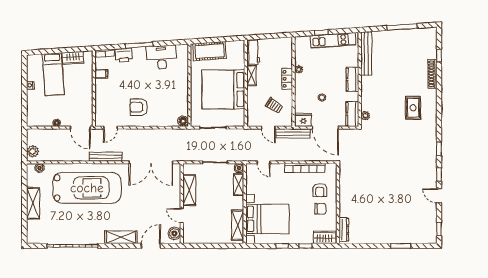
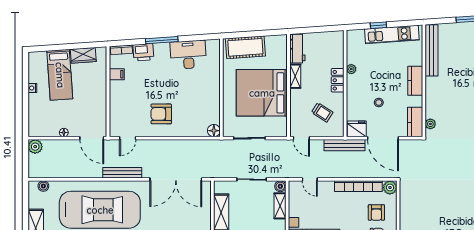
door: (268, 128) -> (301, 138), moved
plant: (33, 151) -> (35, 147), moved
plant: (331, 169) -> (390, 188), added

